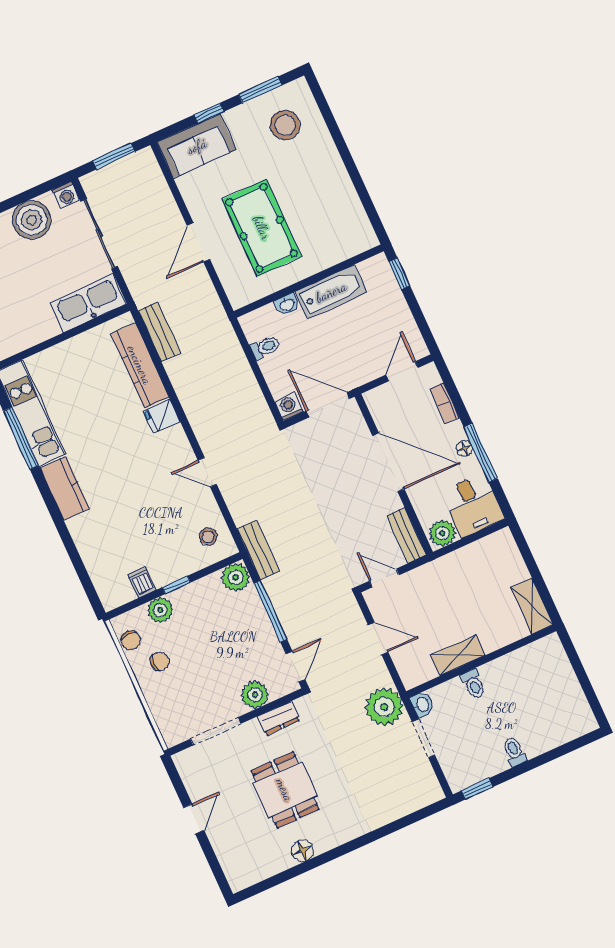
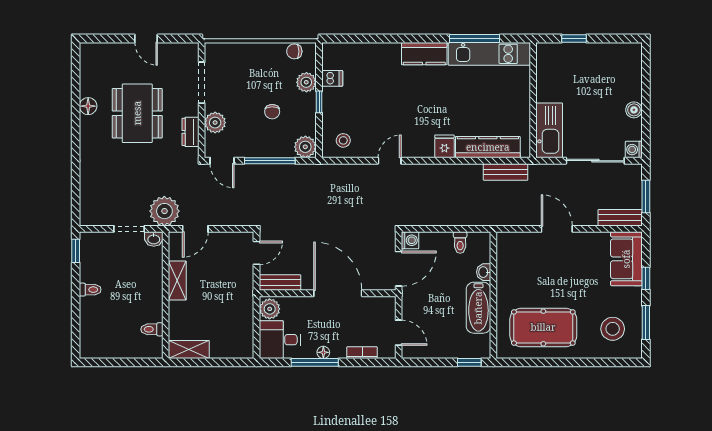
boiler: (32, 220) -> (634, 110), width x0.54, depth x0.54
pool table: (262, 228) -> (543, 327), moved
door: (388, 462) -> (338, 293), swing flipped
bench: (258, 550) -> (620, 218), moved
door: (378, 639) -> (195, 229), moved
chair: (160, 661) -> (272, 112), moved
toilet: (473, 684) -> (152, 329), moved
dining table: (285, 790) -> (137, 113), width x1.38

